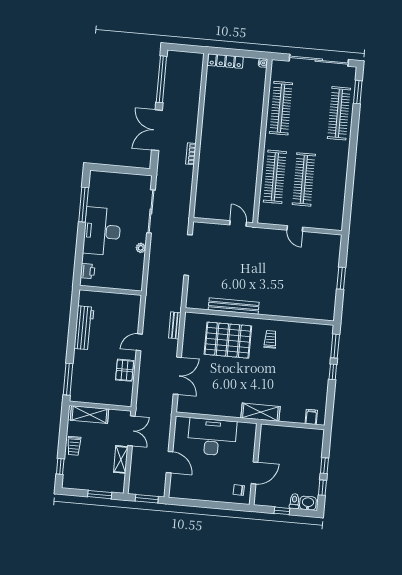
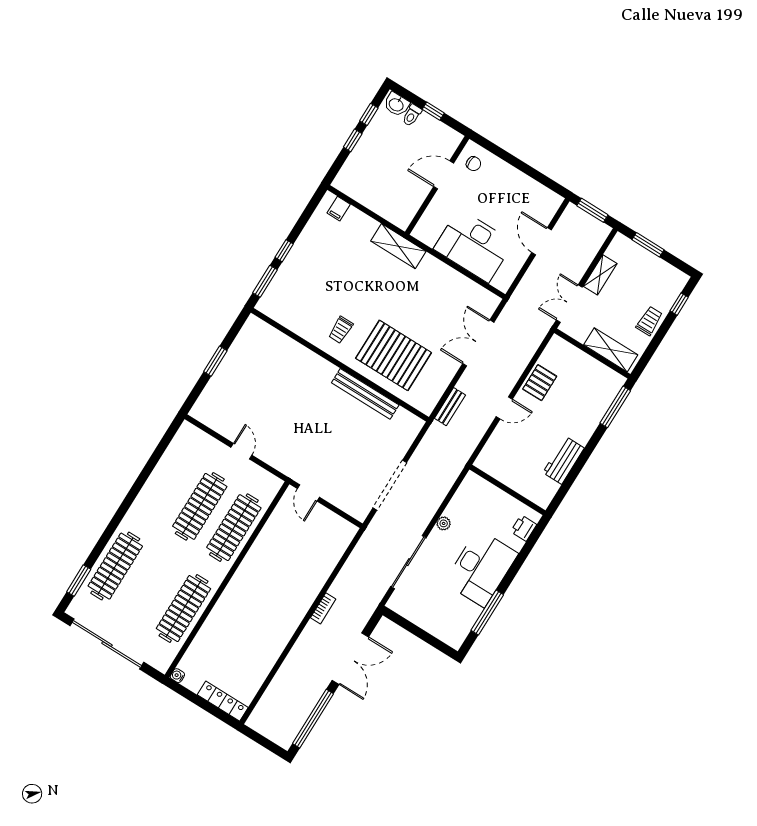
workbench: (84, 328) -> (564, 460), width x0.73

